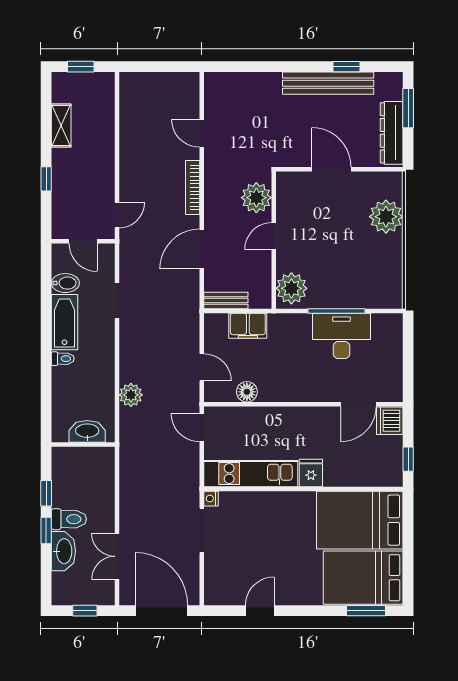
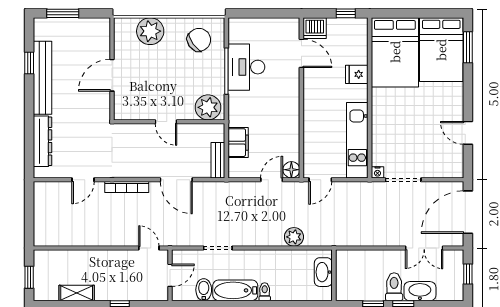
dresser: (392, 133) -> (43, 141), moved, turned -90
plant: (256, 198) -> (135, 136), removed
chair: (375, 277) -> (199, 40), added
floor lamp: (247, 392) -> (291, 170), moved
fridge: (311, 473) -> (357, 74), moved

